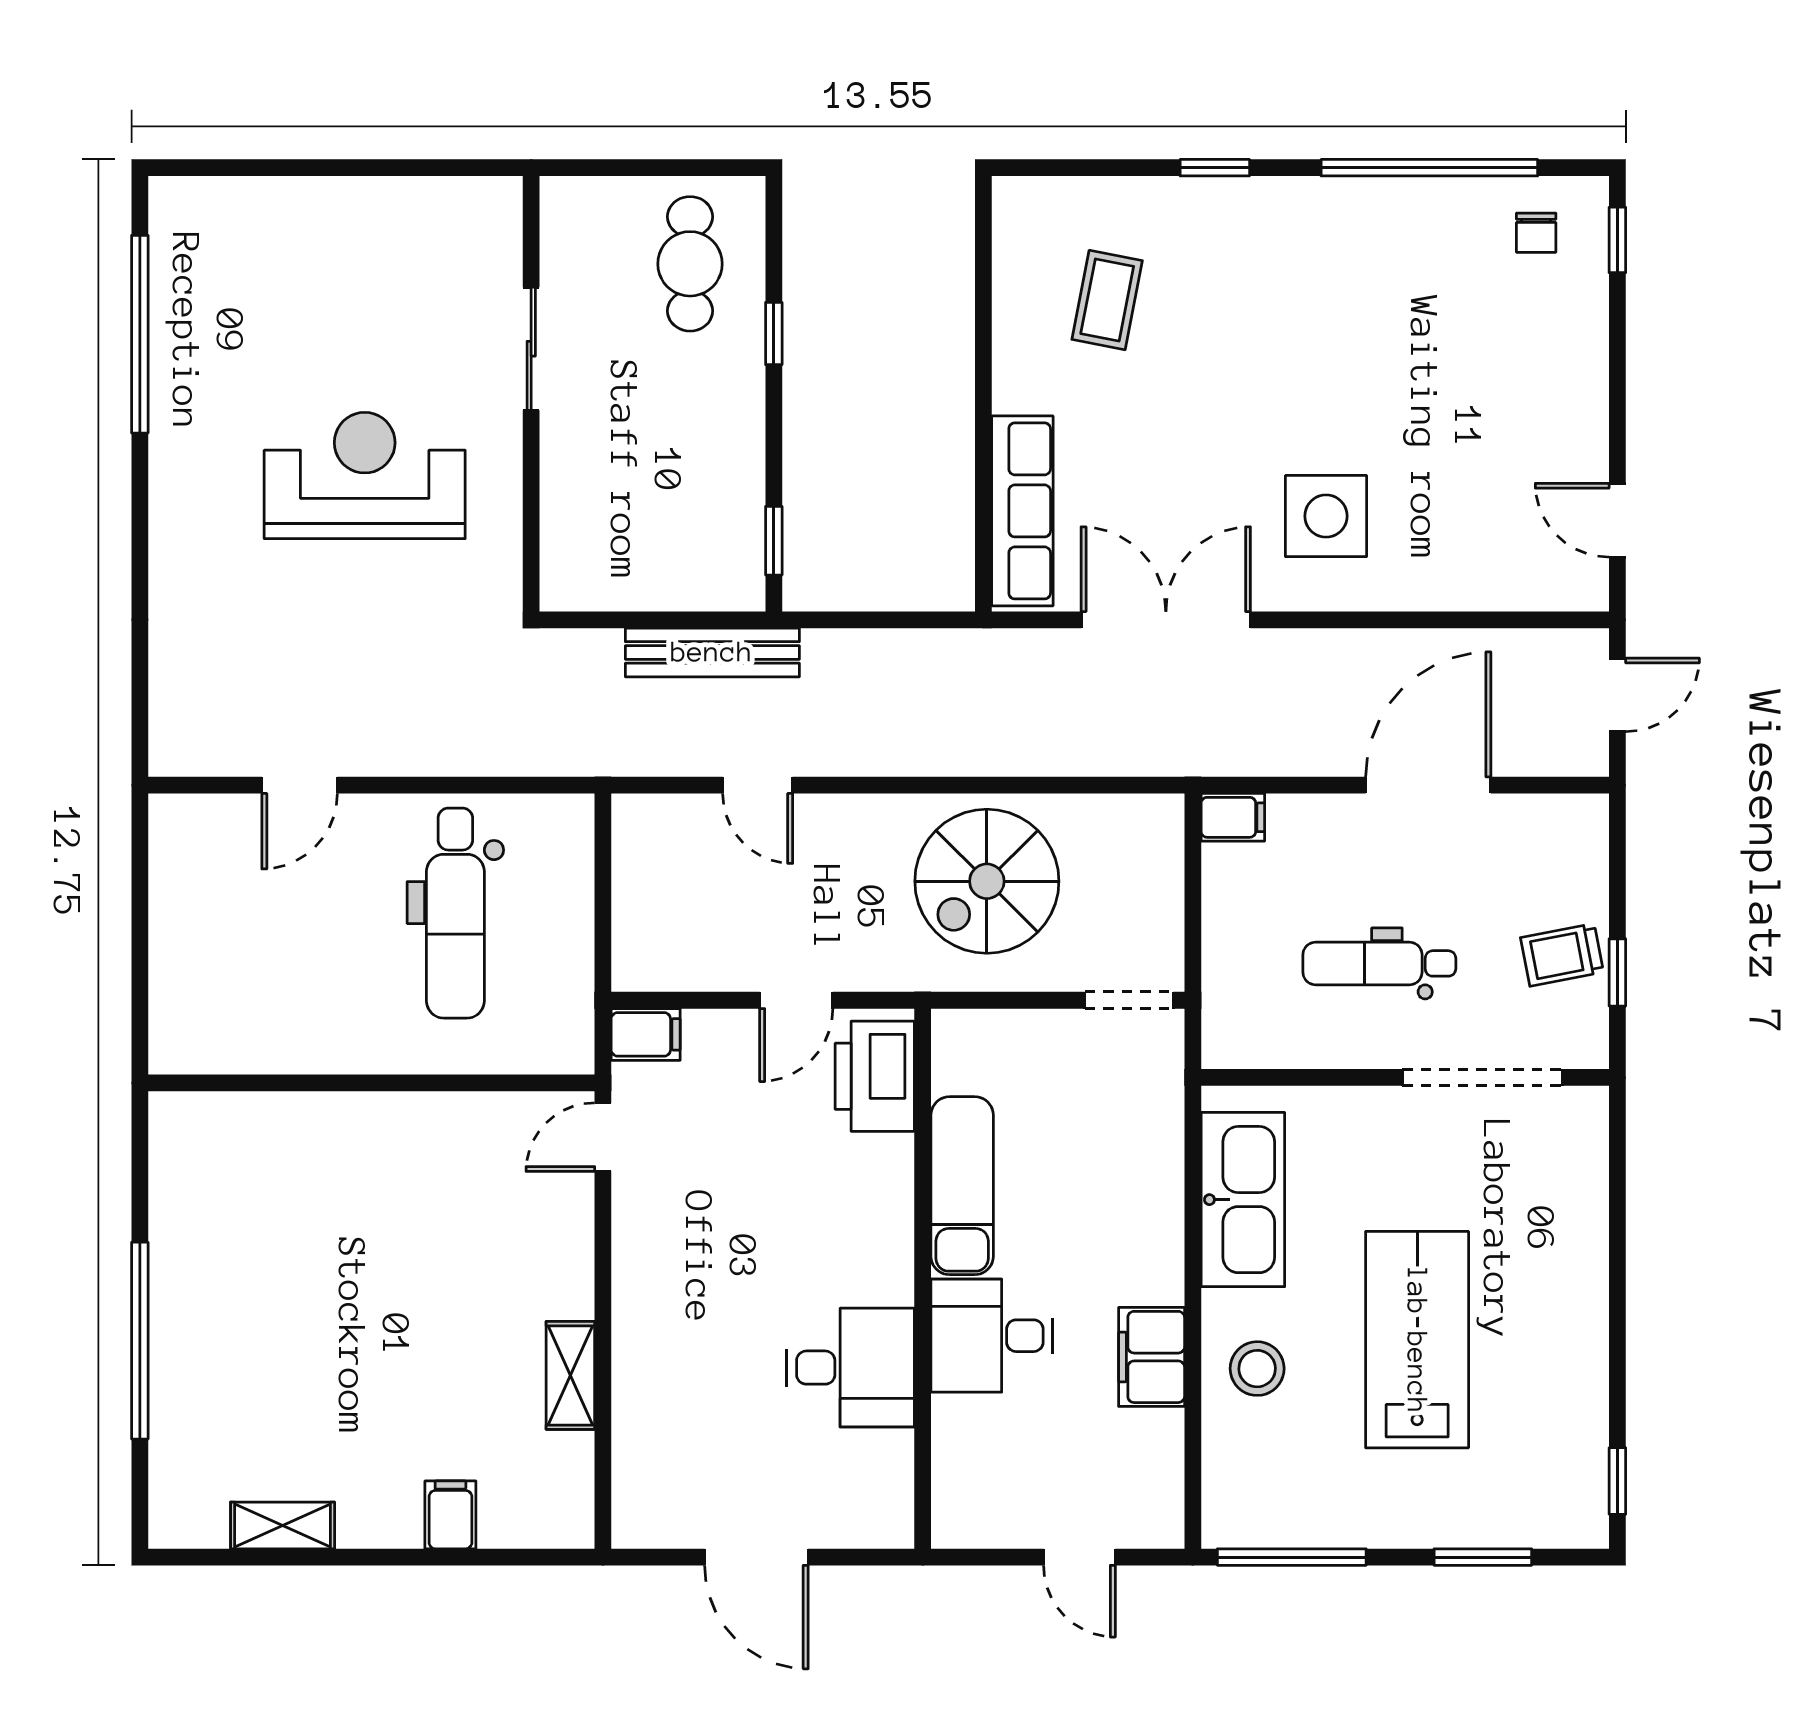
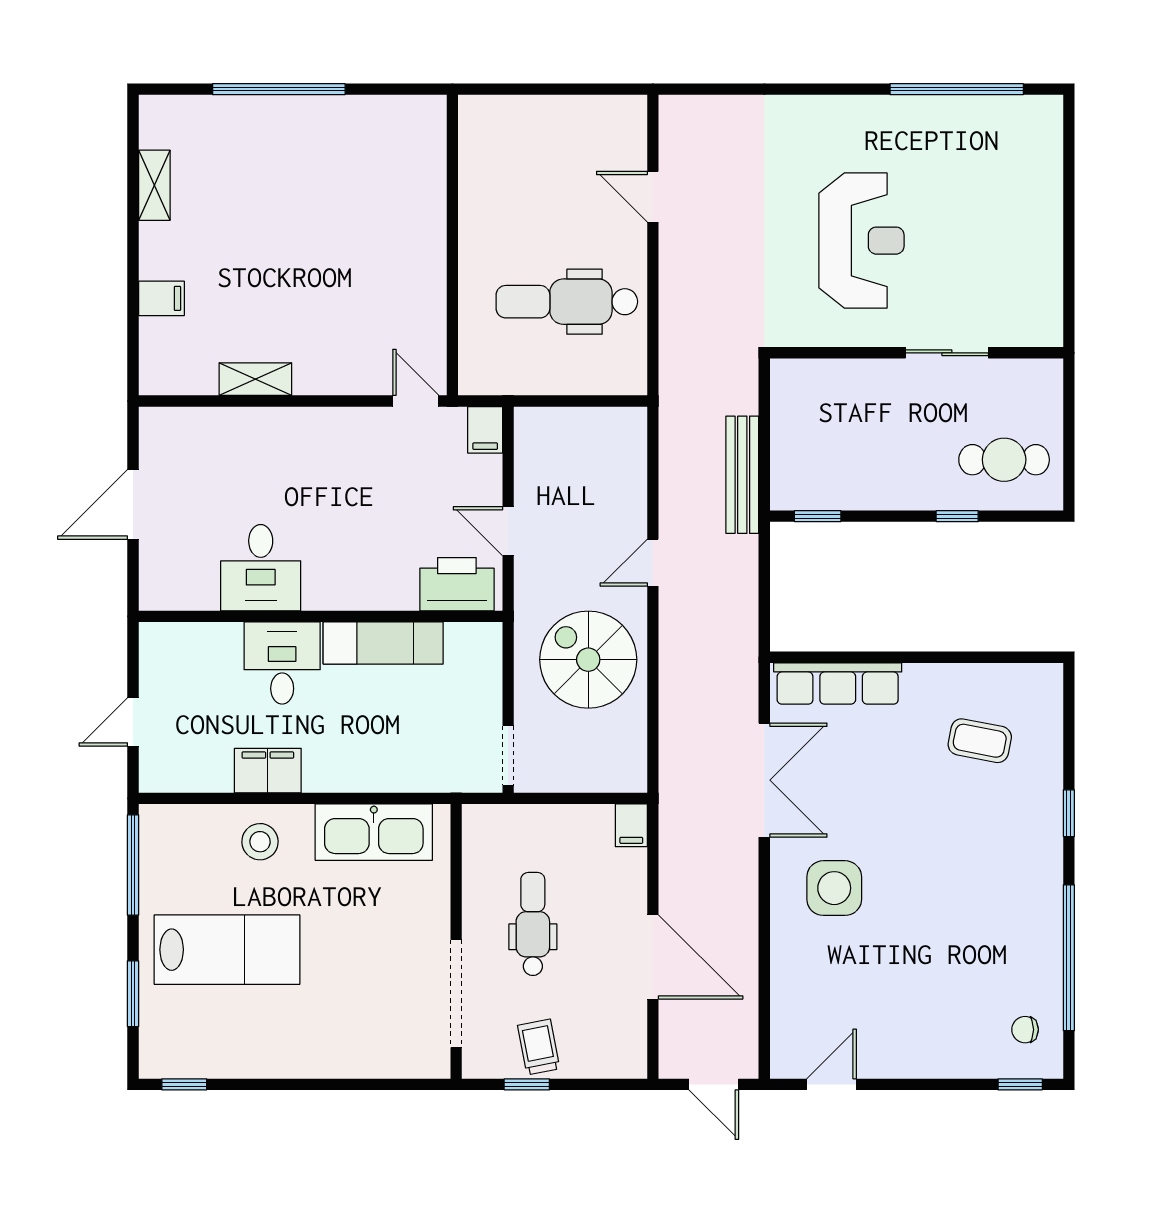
door: (758, 785) -> (653, 563), moved
lab bench: (1417, 1340) -> (227, 950), moved

